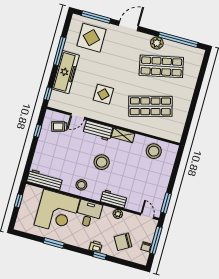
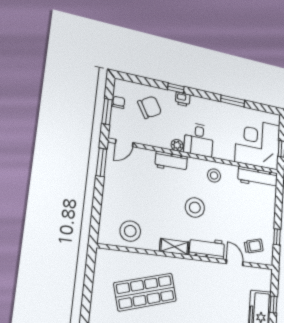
window: (48, 94) -> (274, 304), moved
display table: (103, 94) -> (209, 297), removed
door: (78, 116) -> (235, 263), hinge flipped
corner desk: (57, 212) -> (258, 144), moved
plant: (118, 214) -> (177, 145), moved
door: (147, 216) -> (124, 143), hinge flipped
window: (156, 240) -> (107, 112), width x0.69

